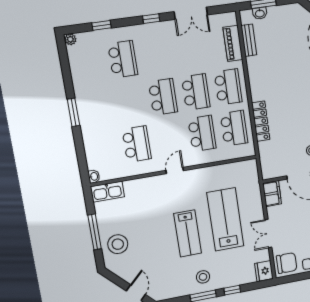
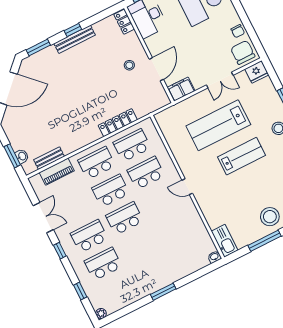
school desk: (137, 144) -> (89, 236), moved

